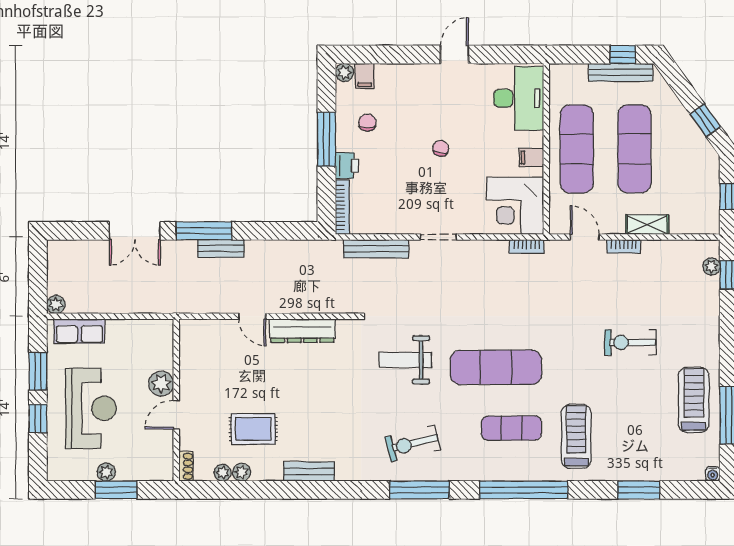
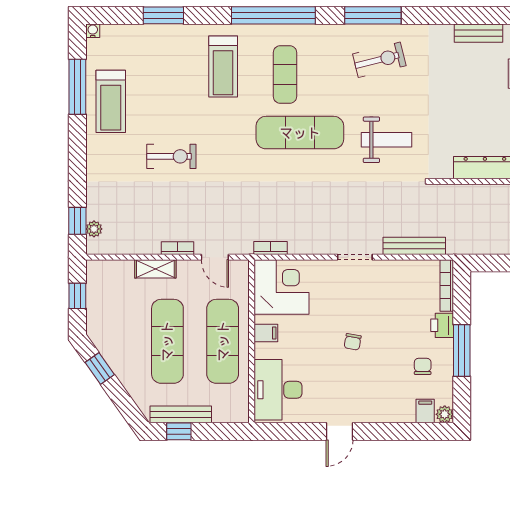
chair: (367, 123) -> (423, 366), turned 180
exercise mat: (511, 428) -> (285, 74), turned 90

